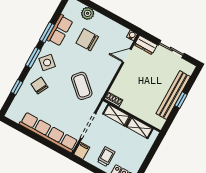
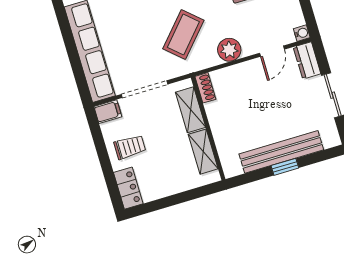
door: (127, 56) -> (272, 51), swing flipped
plant: (108, 73) -> (229, 50), added

